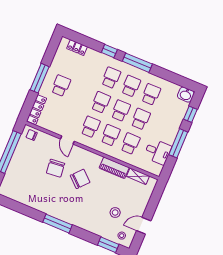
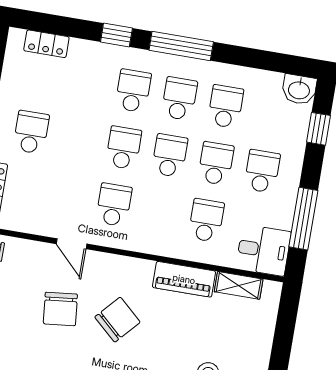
school desk: (110, 135) -> (262, 171), moved
window: (178, 143) -> (303, 219), moved
desk: (158, 152) -> (263, 250), moved

